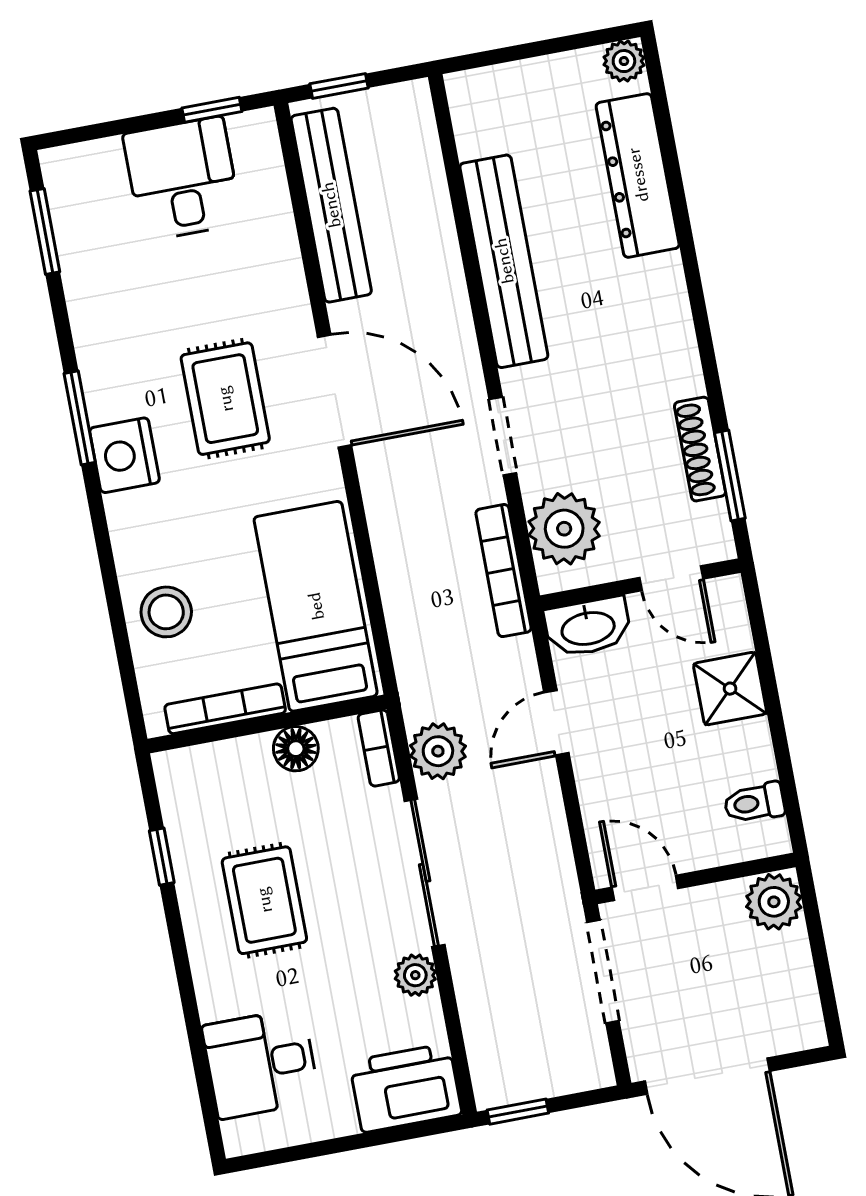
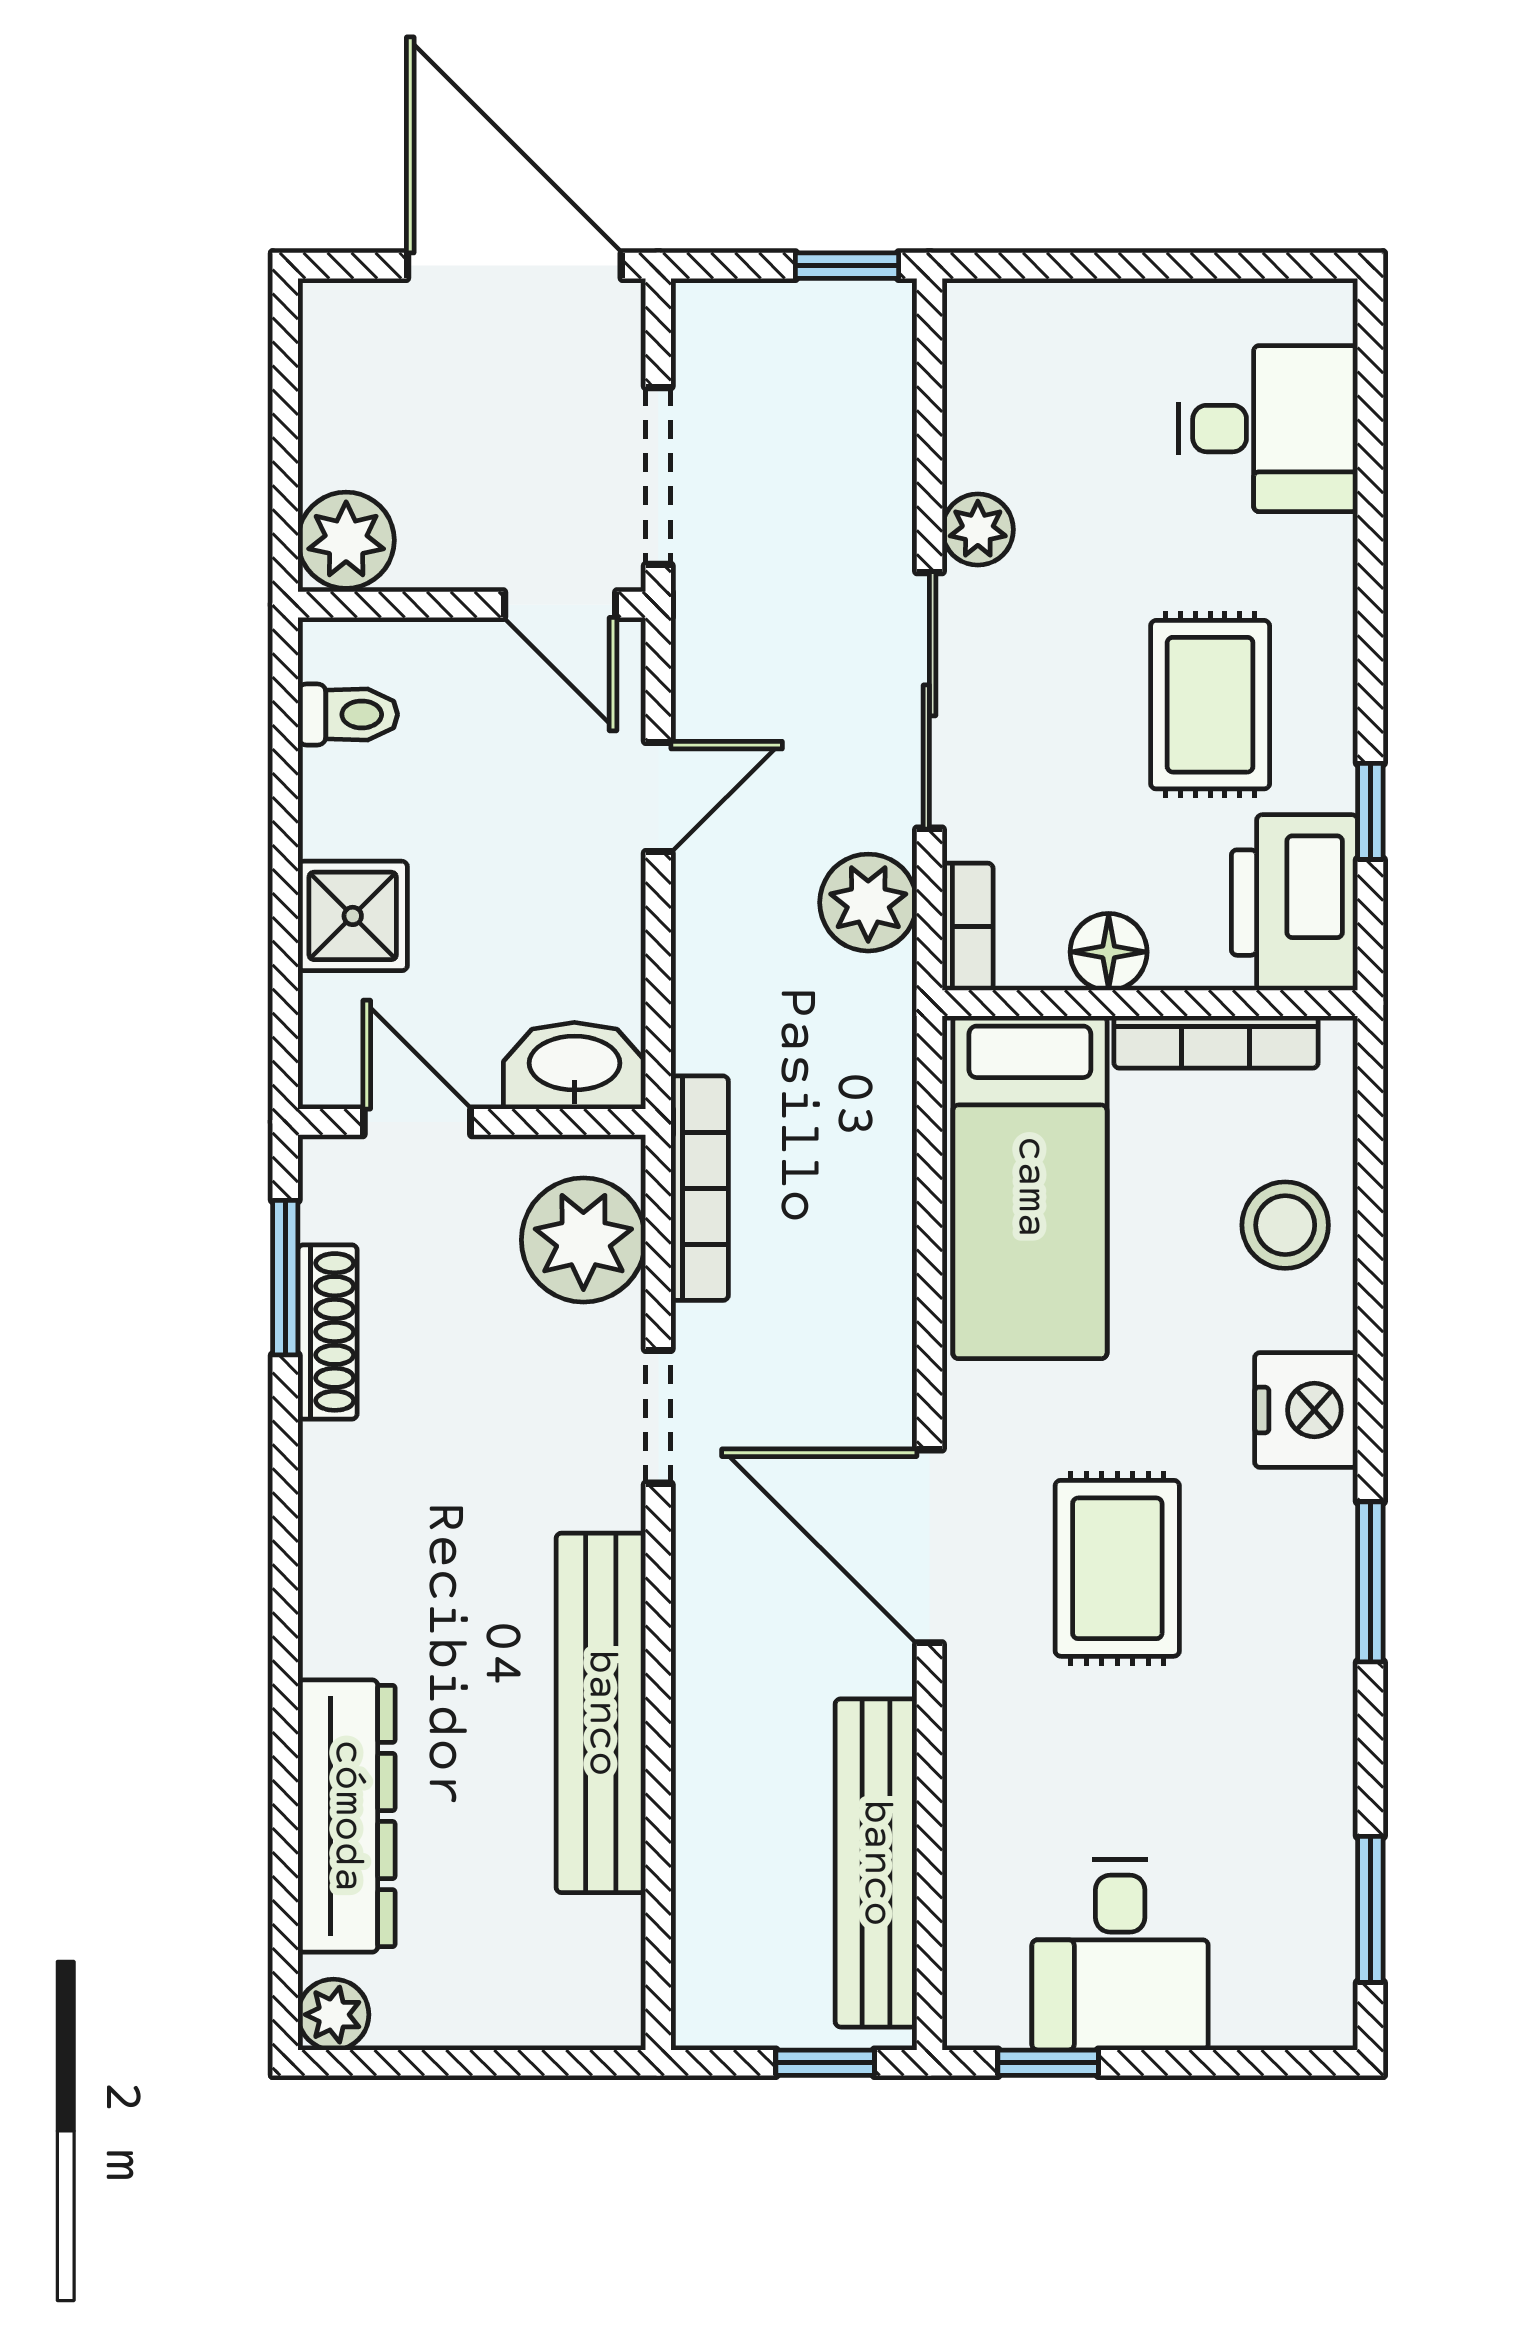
nightstand: (125, 455) -> (1306, 1410), moved
door: (556, 723) -> (658, 797), moved
printer: (406, 1088) -> (1294, 903), moved, turned 90

